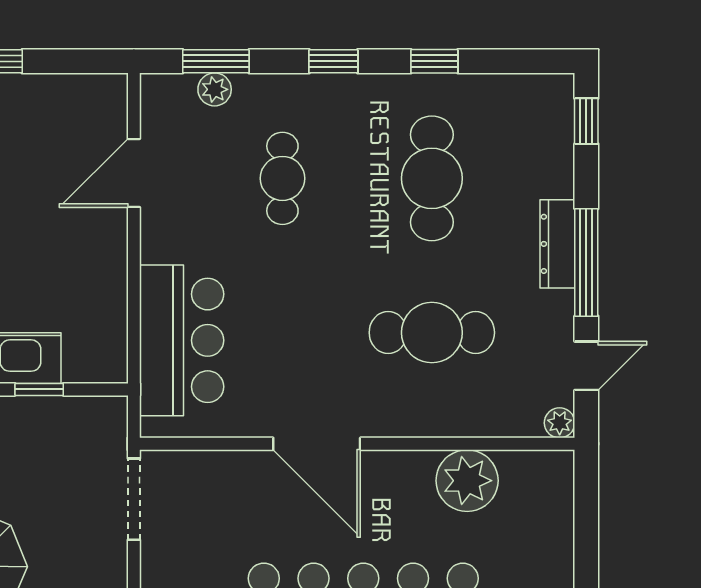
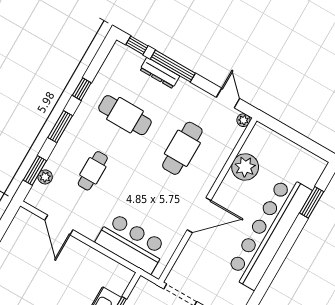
window: (333, 61) -> (60, 127), width x1.50
cafe table: (282, 178) -> (93, 171), turned 90
dresser: (557, 244) -> (160, 73), moved
window: (586, 262) -> (173, 66), moved

